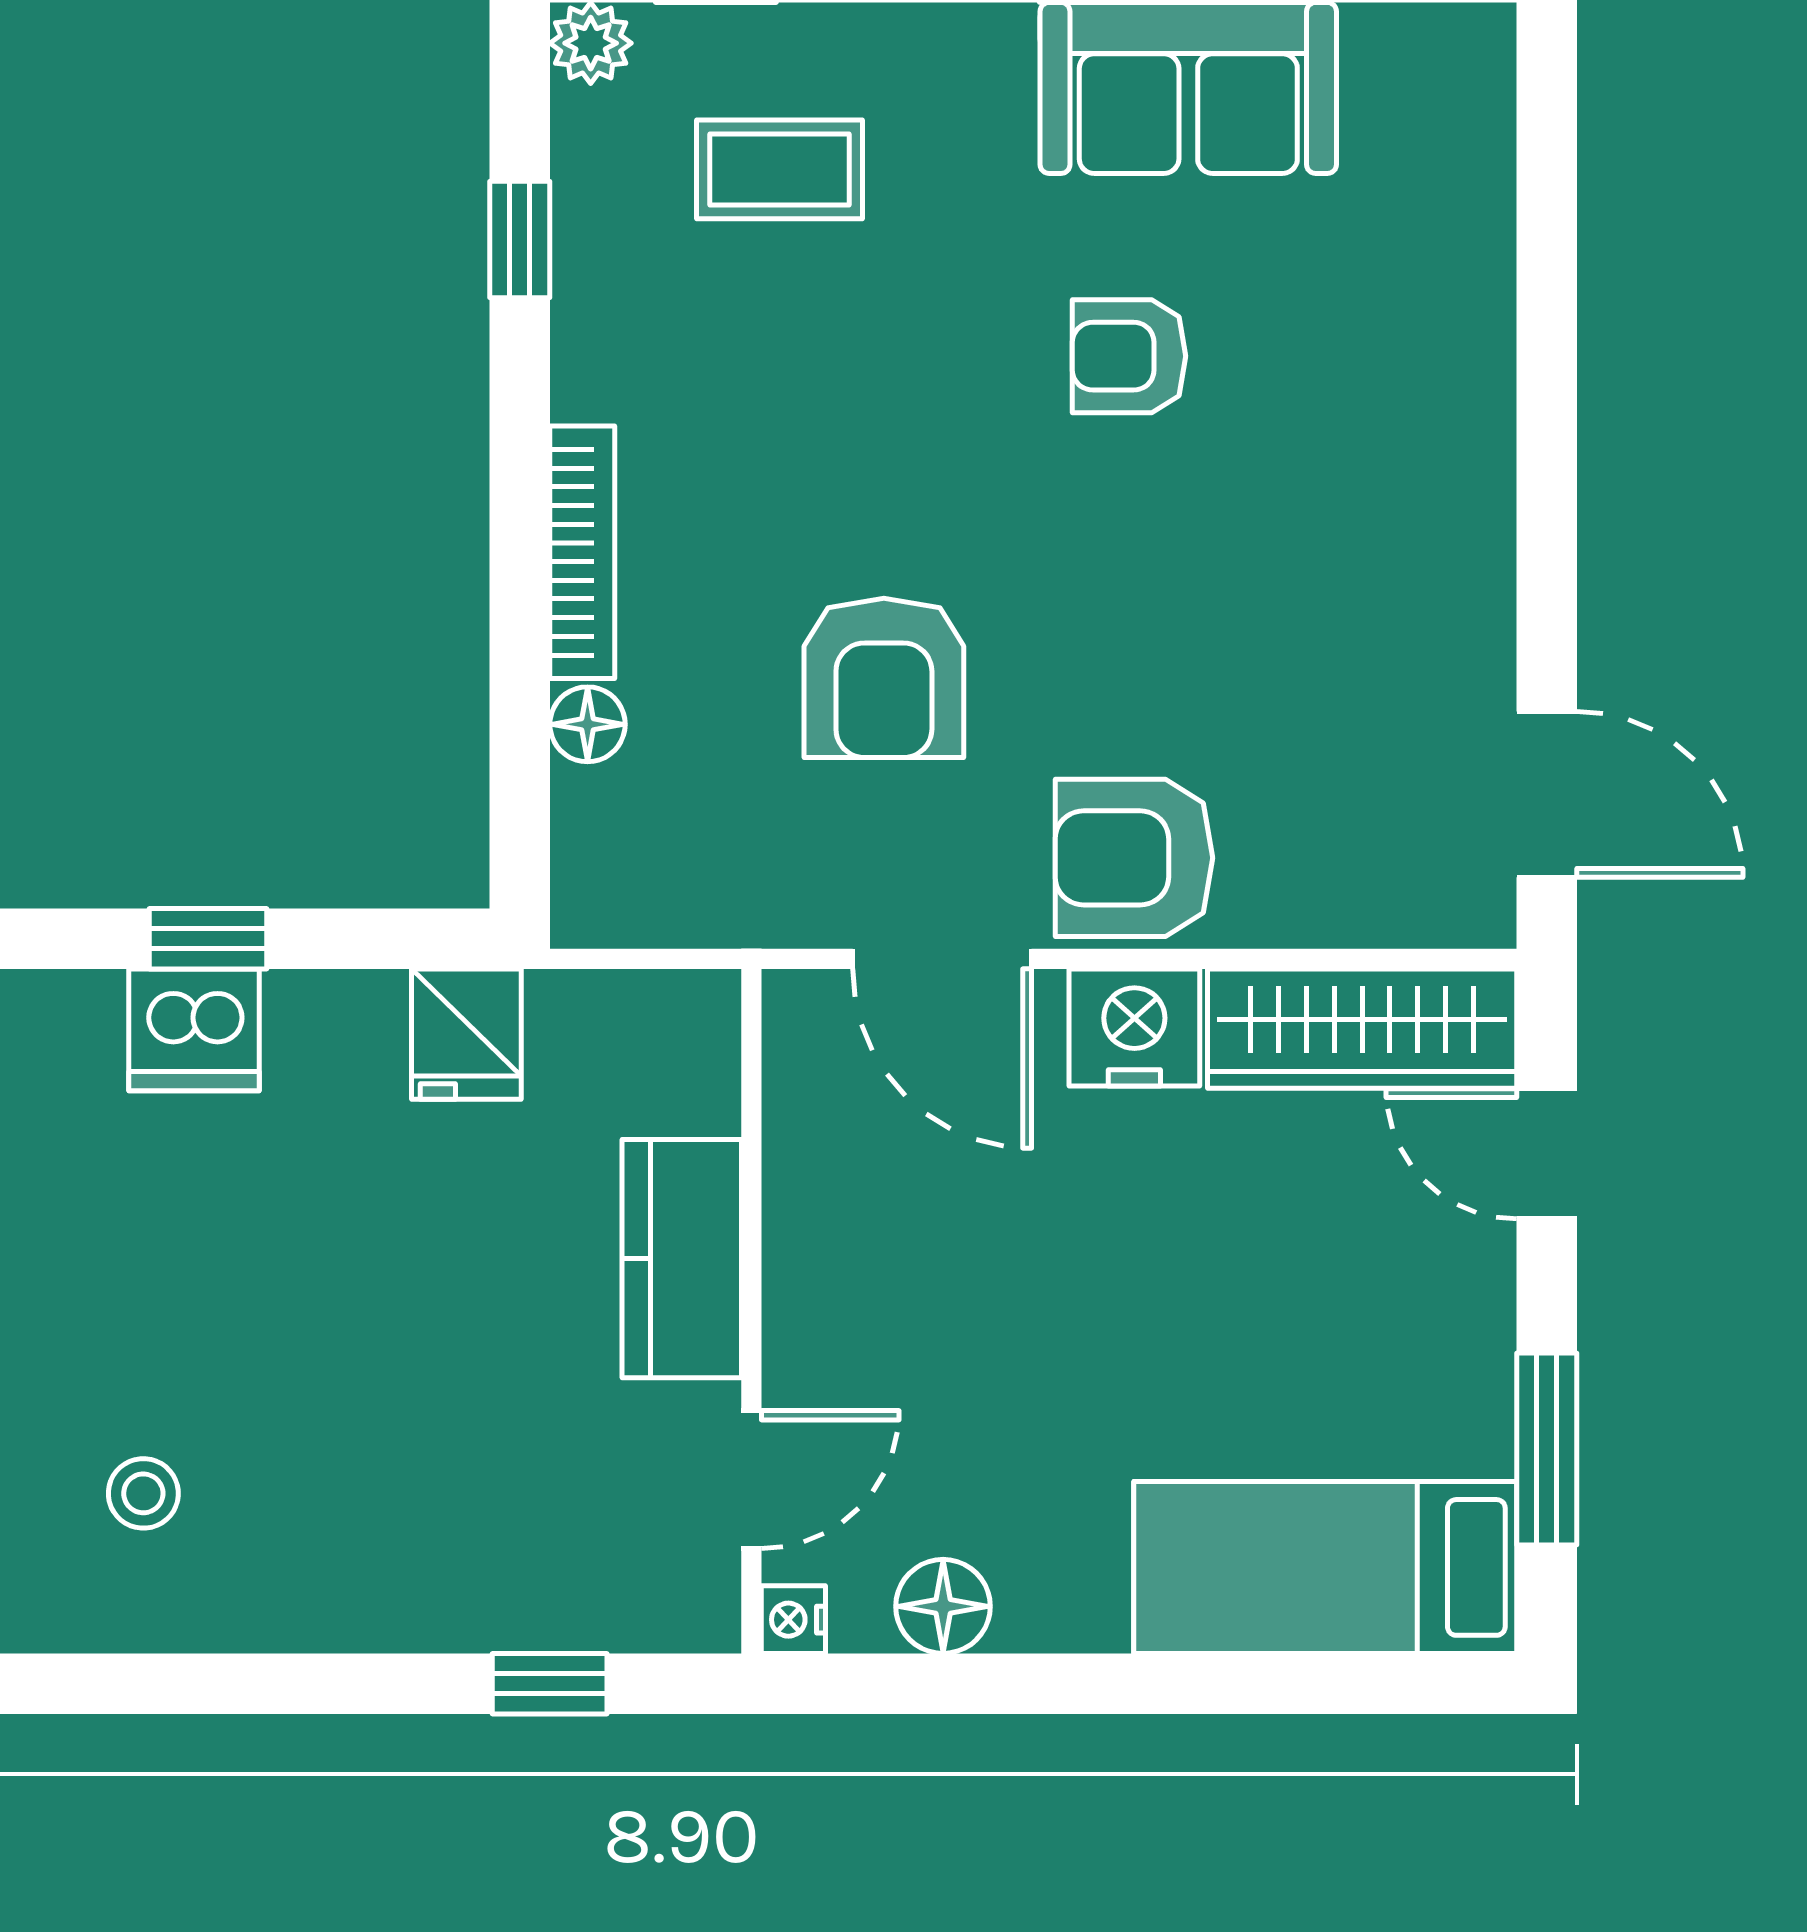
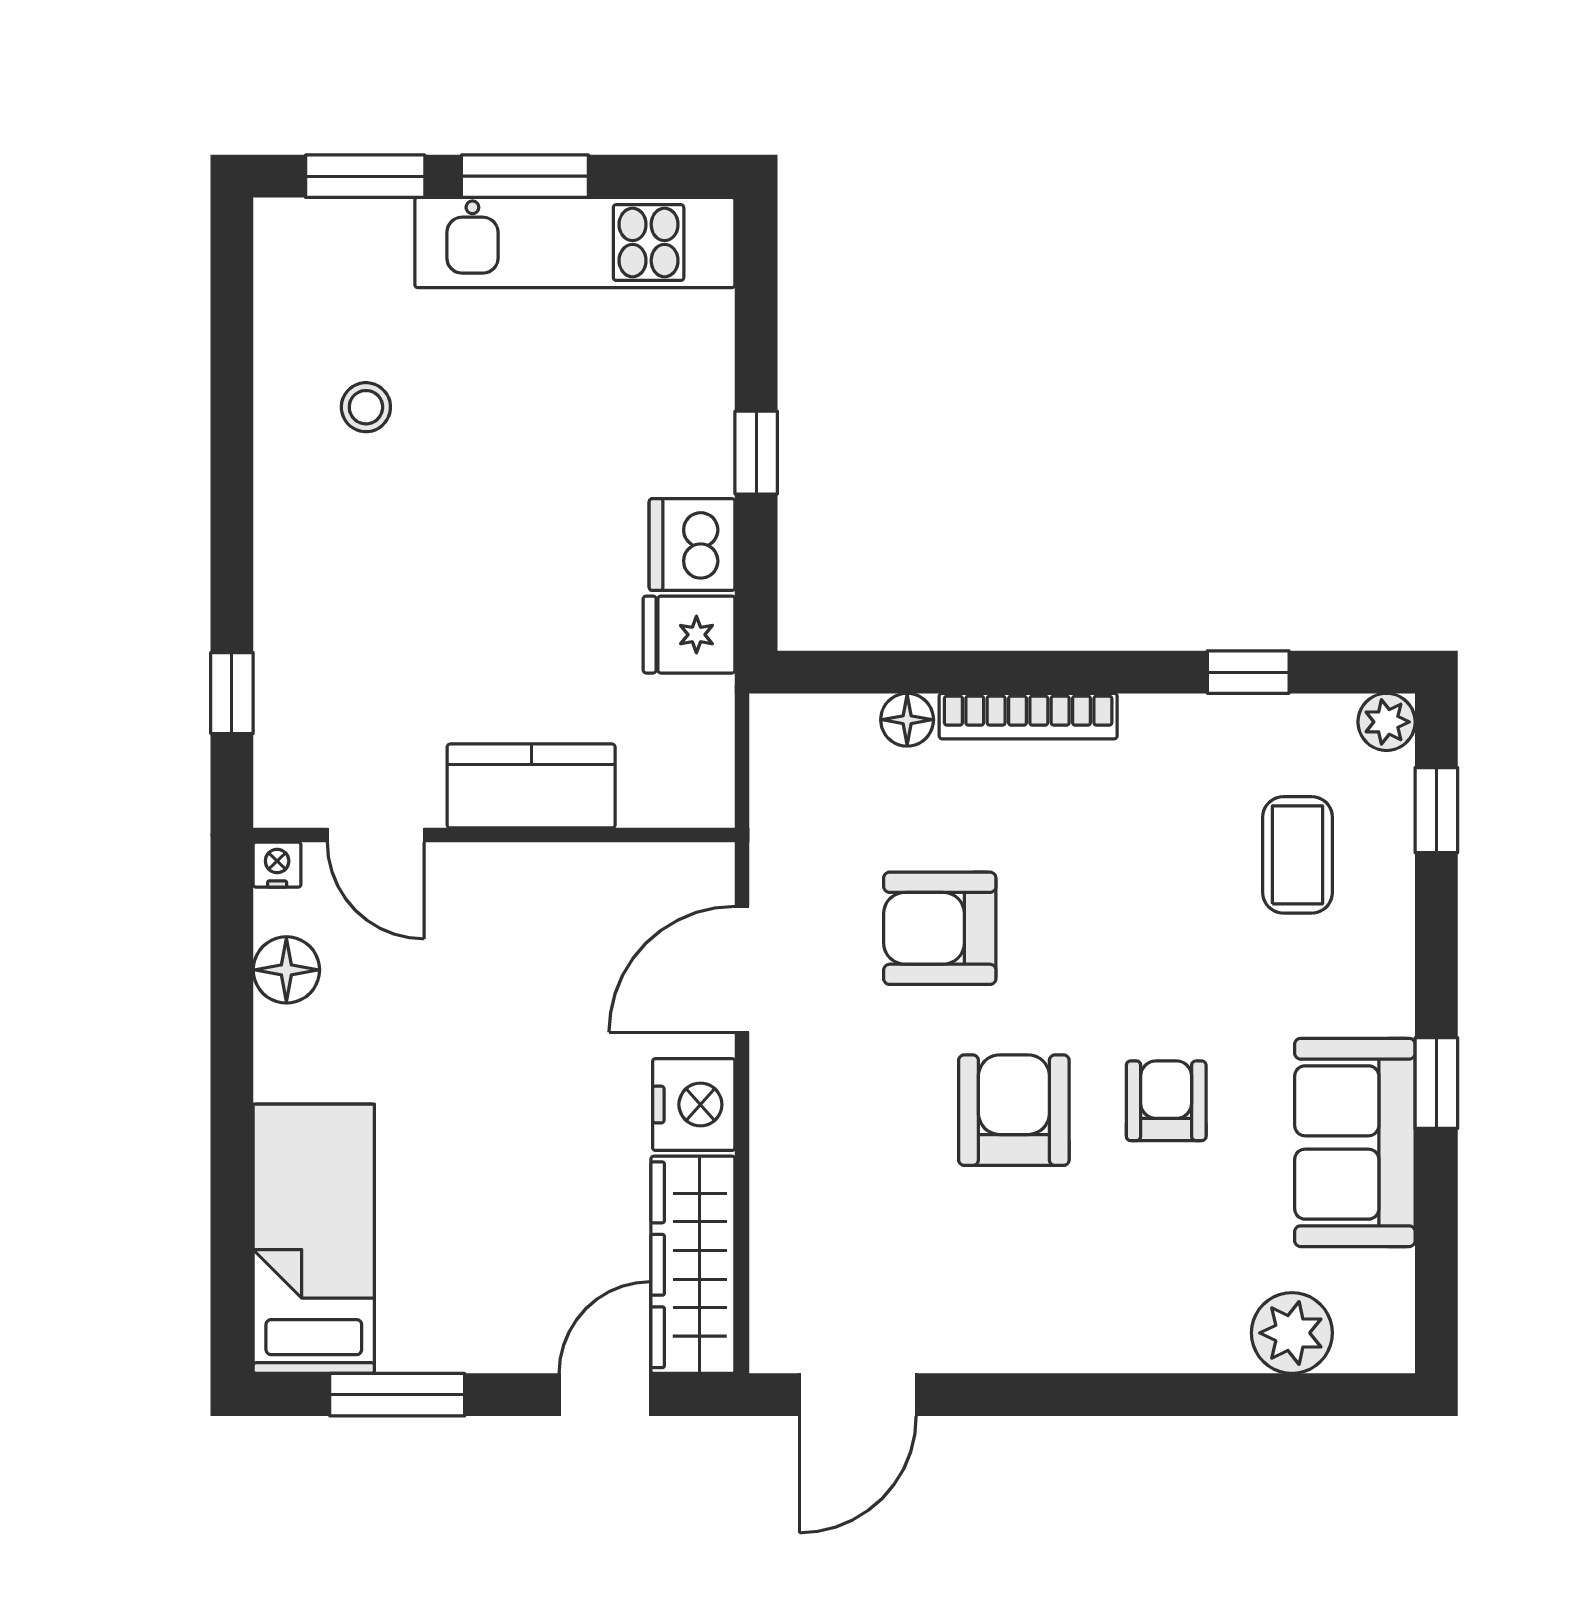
plant: (1459, 177) -> (1292, 1333), added
armchair: (1134, 858) -> (1014, 1110), moved
dishwasher: (194, 1030) -> (692, 545), moved

